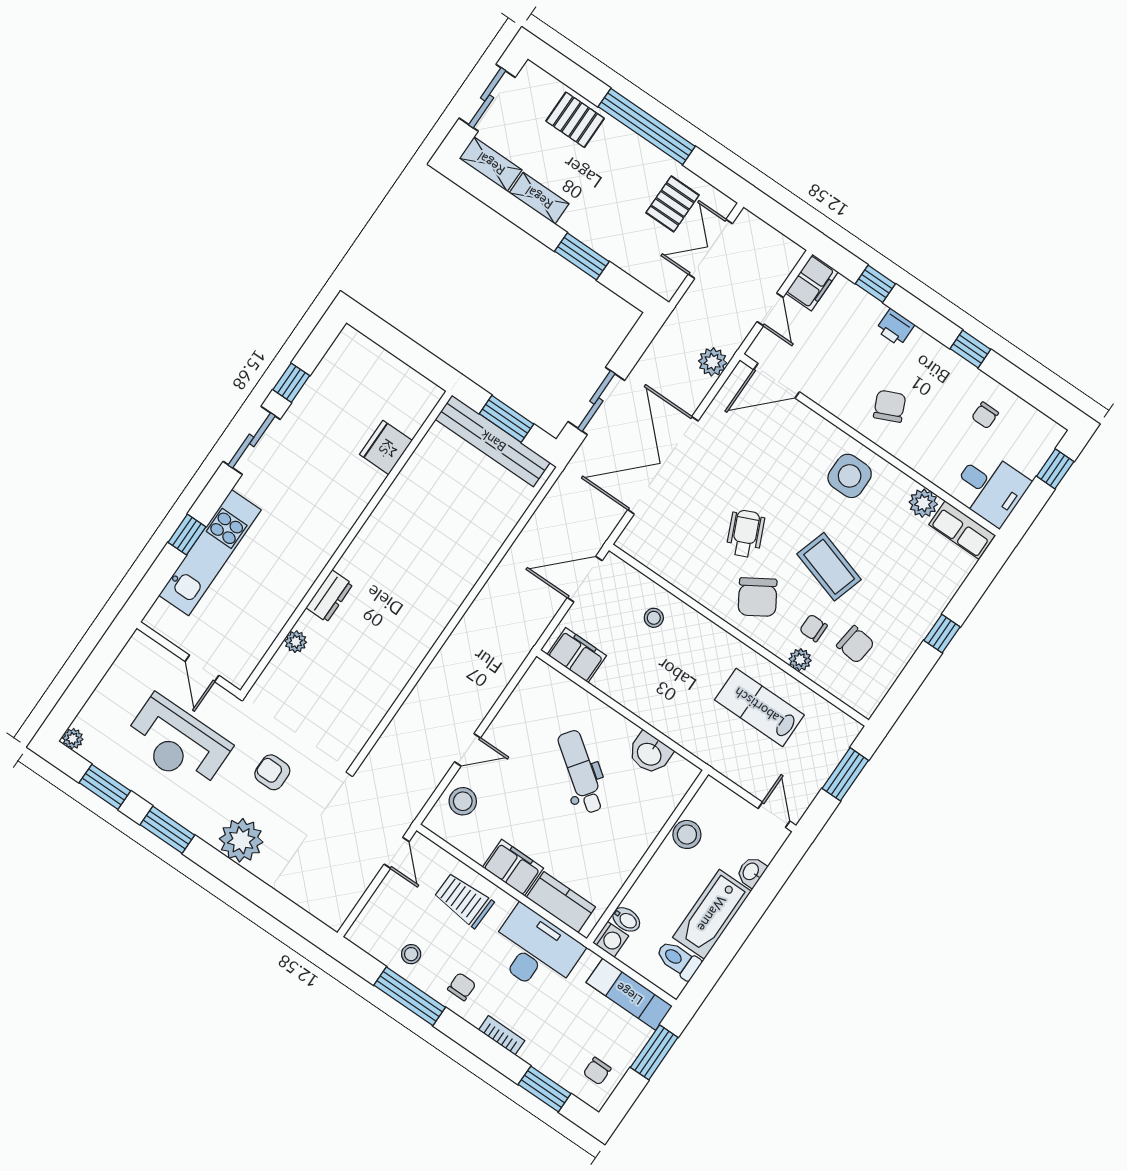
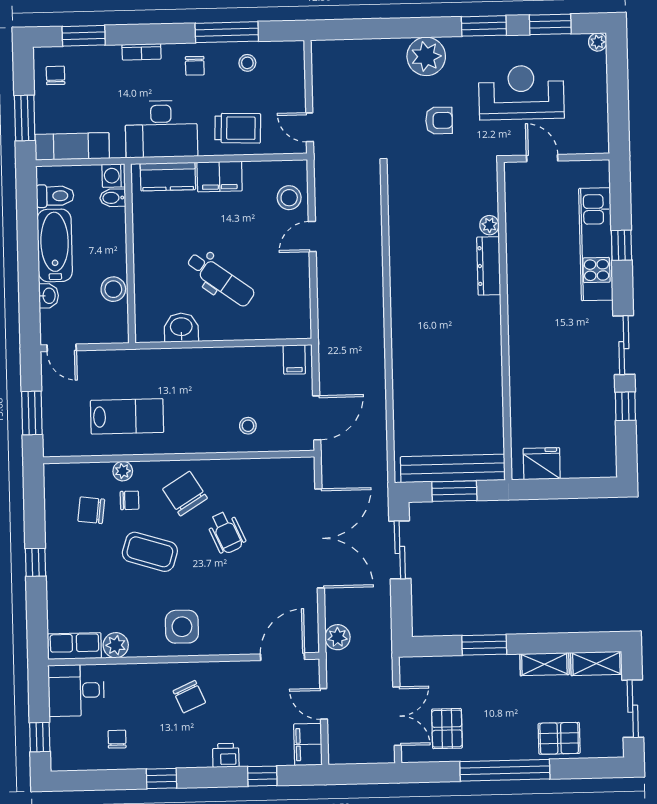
fridge: (386, 447) -> (542, 464), moved, turned -90
dresser: (329, 596) -> (489, 266), width x1.44
filing cabinet: (577, 655) -> (294, 359), width x0.50

